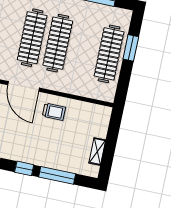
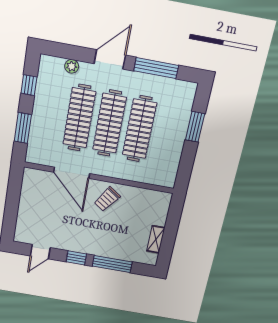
clothes rail: (109, 54) -> (139, 129), moved
trolley: (54, 112) -> (107, 199), turned 125

